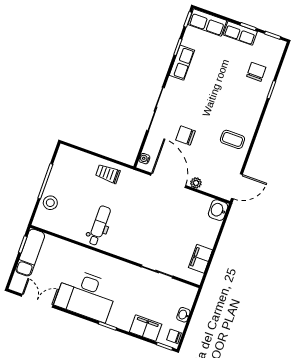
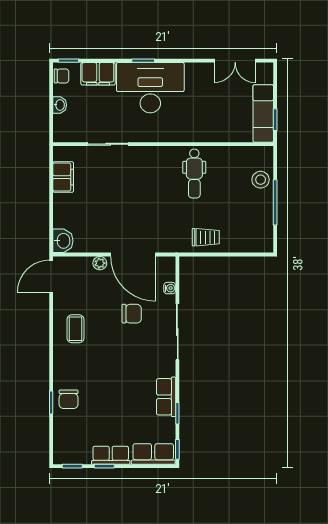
chair: (256, 72) -> (69, 399), moved
coffee table: (232, 139) -> (76, 329), turned 90
water cooler: (144, 159) -> (170, 288), moved
desk: (86, 295) -> (150, 88), moved

